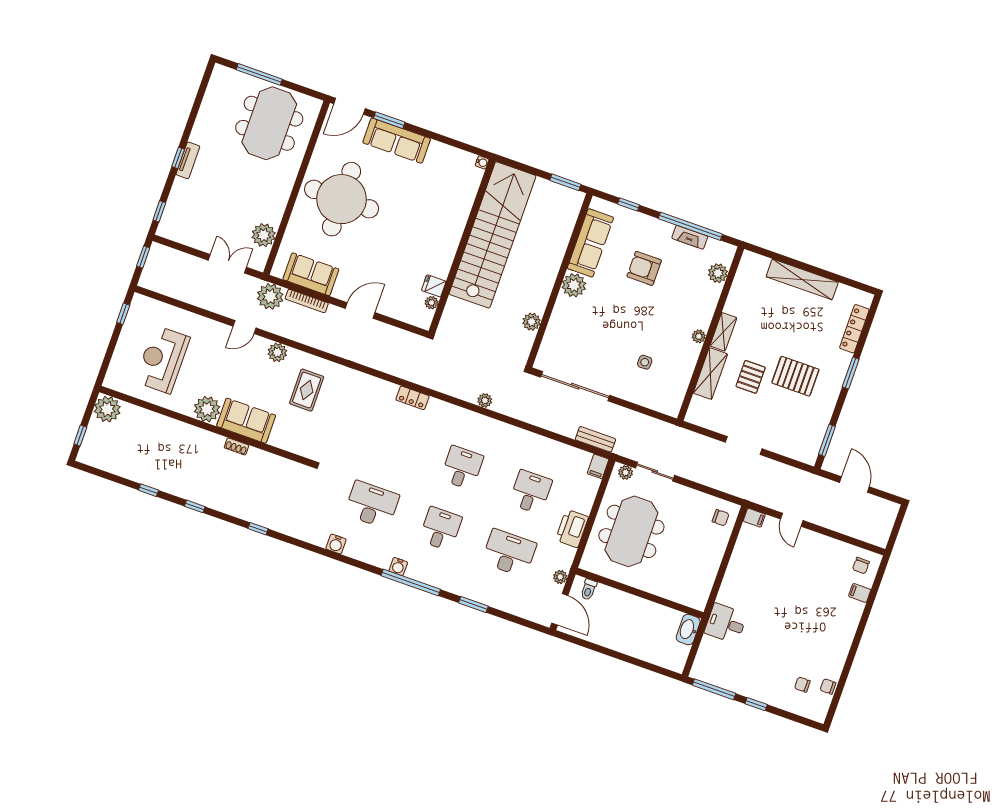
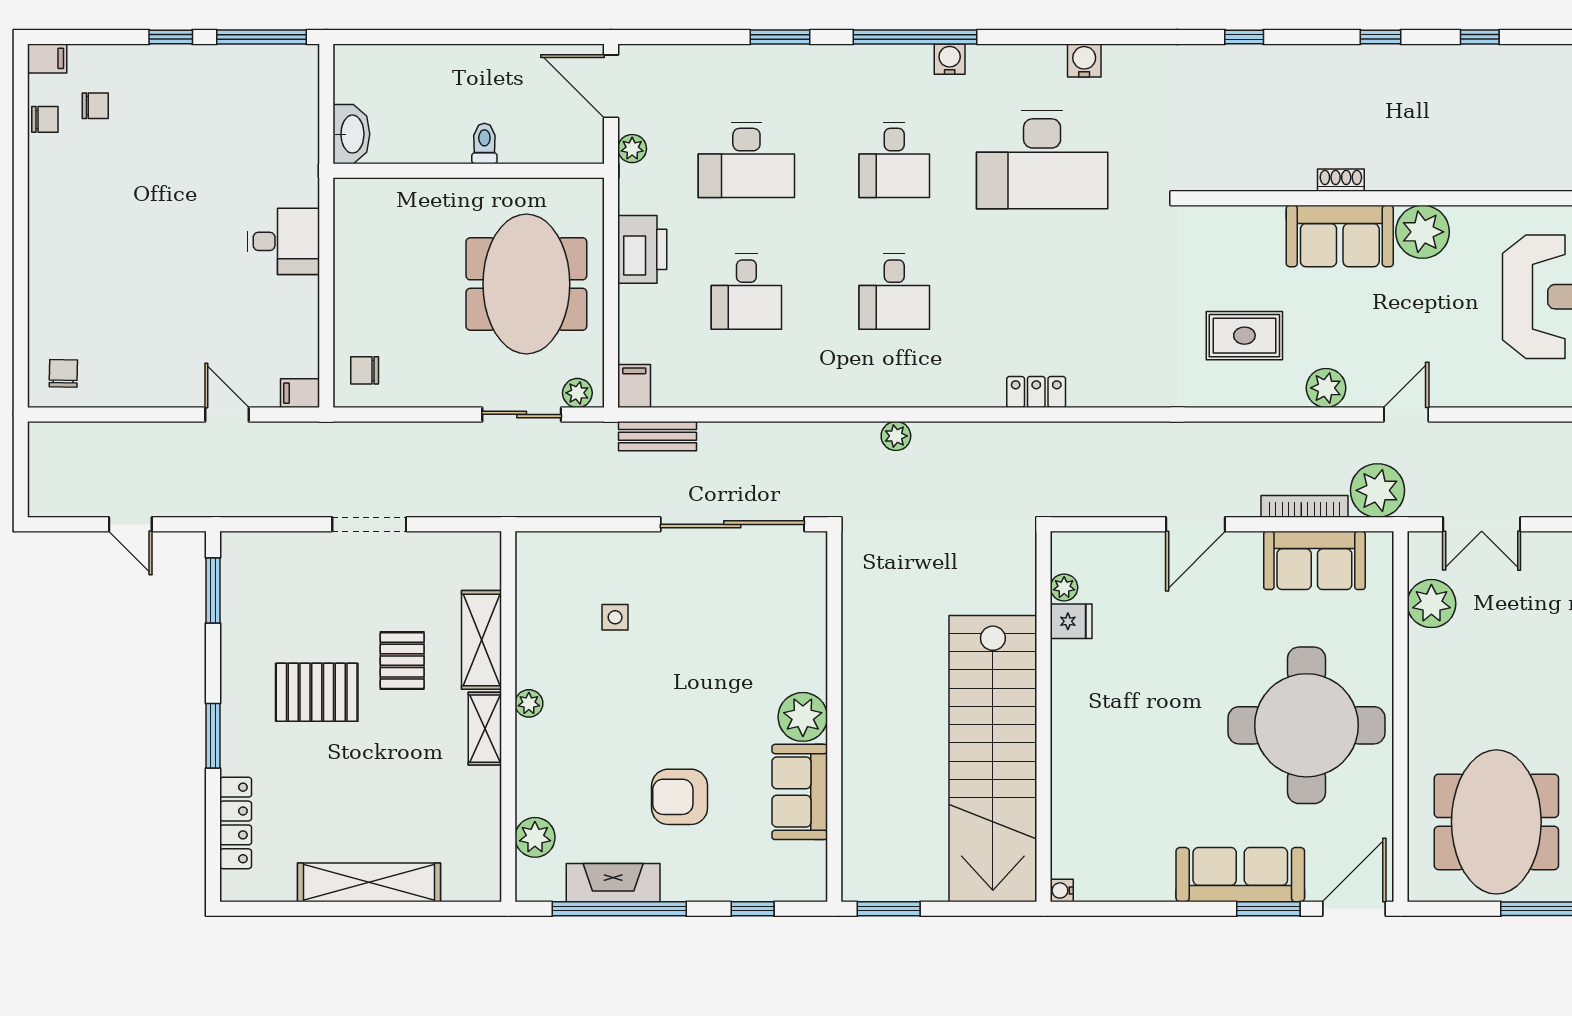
fireplace: (690, 237) -> (613, 883), width x1.37, depth x1.32
sofa: (590, 243) -> (800, 792), width x0.73
armchair: (644, 268) -> (680, 797), turned 180
plant: (532, 322) -> (859, 619), removed
rug: (307, 390) -> (1244, 336), turned 90
door: (854, 485) -> (130, 524), width x0.73
desk: (372, 505) -> (1042, 160), width x1.36, depth x1.30
toilet: (589, 590) -> (484, 144), moved
filing cabinet: (860, 593) -> (47, 58), moved
desk: (726, 623) -> (283, 241), moved

